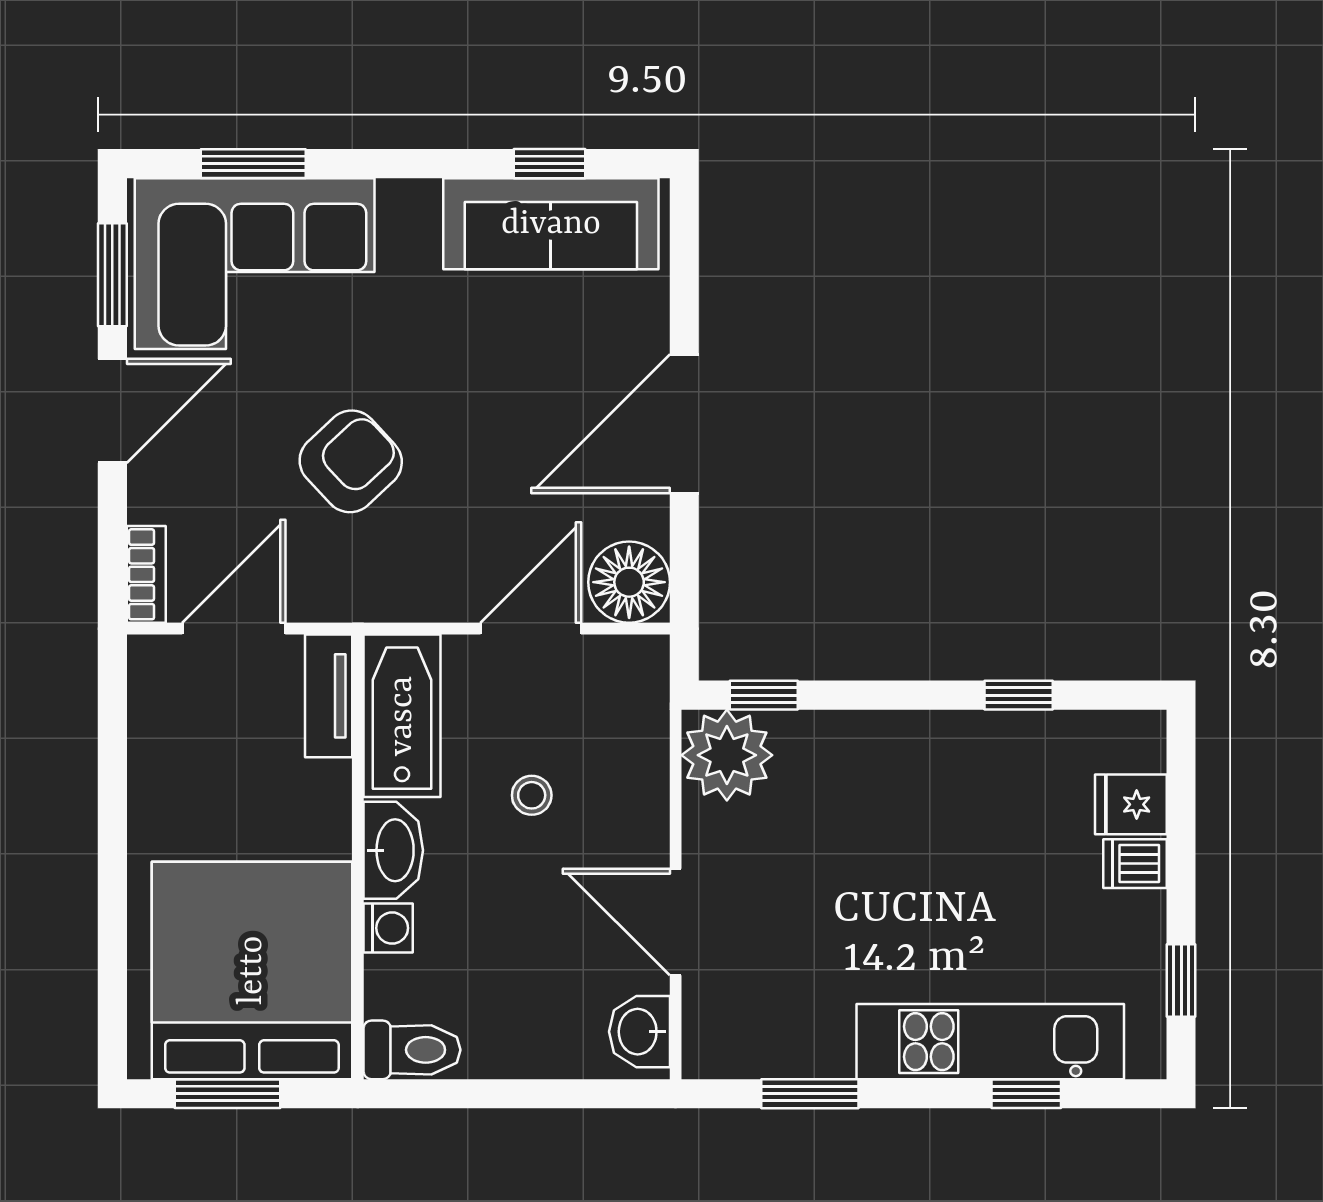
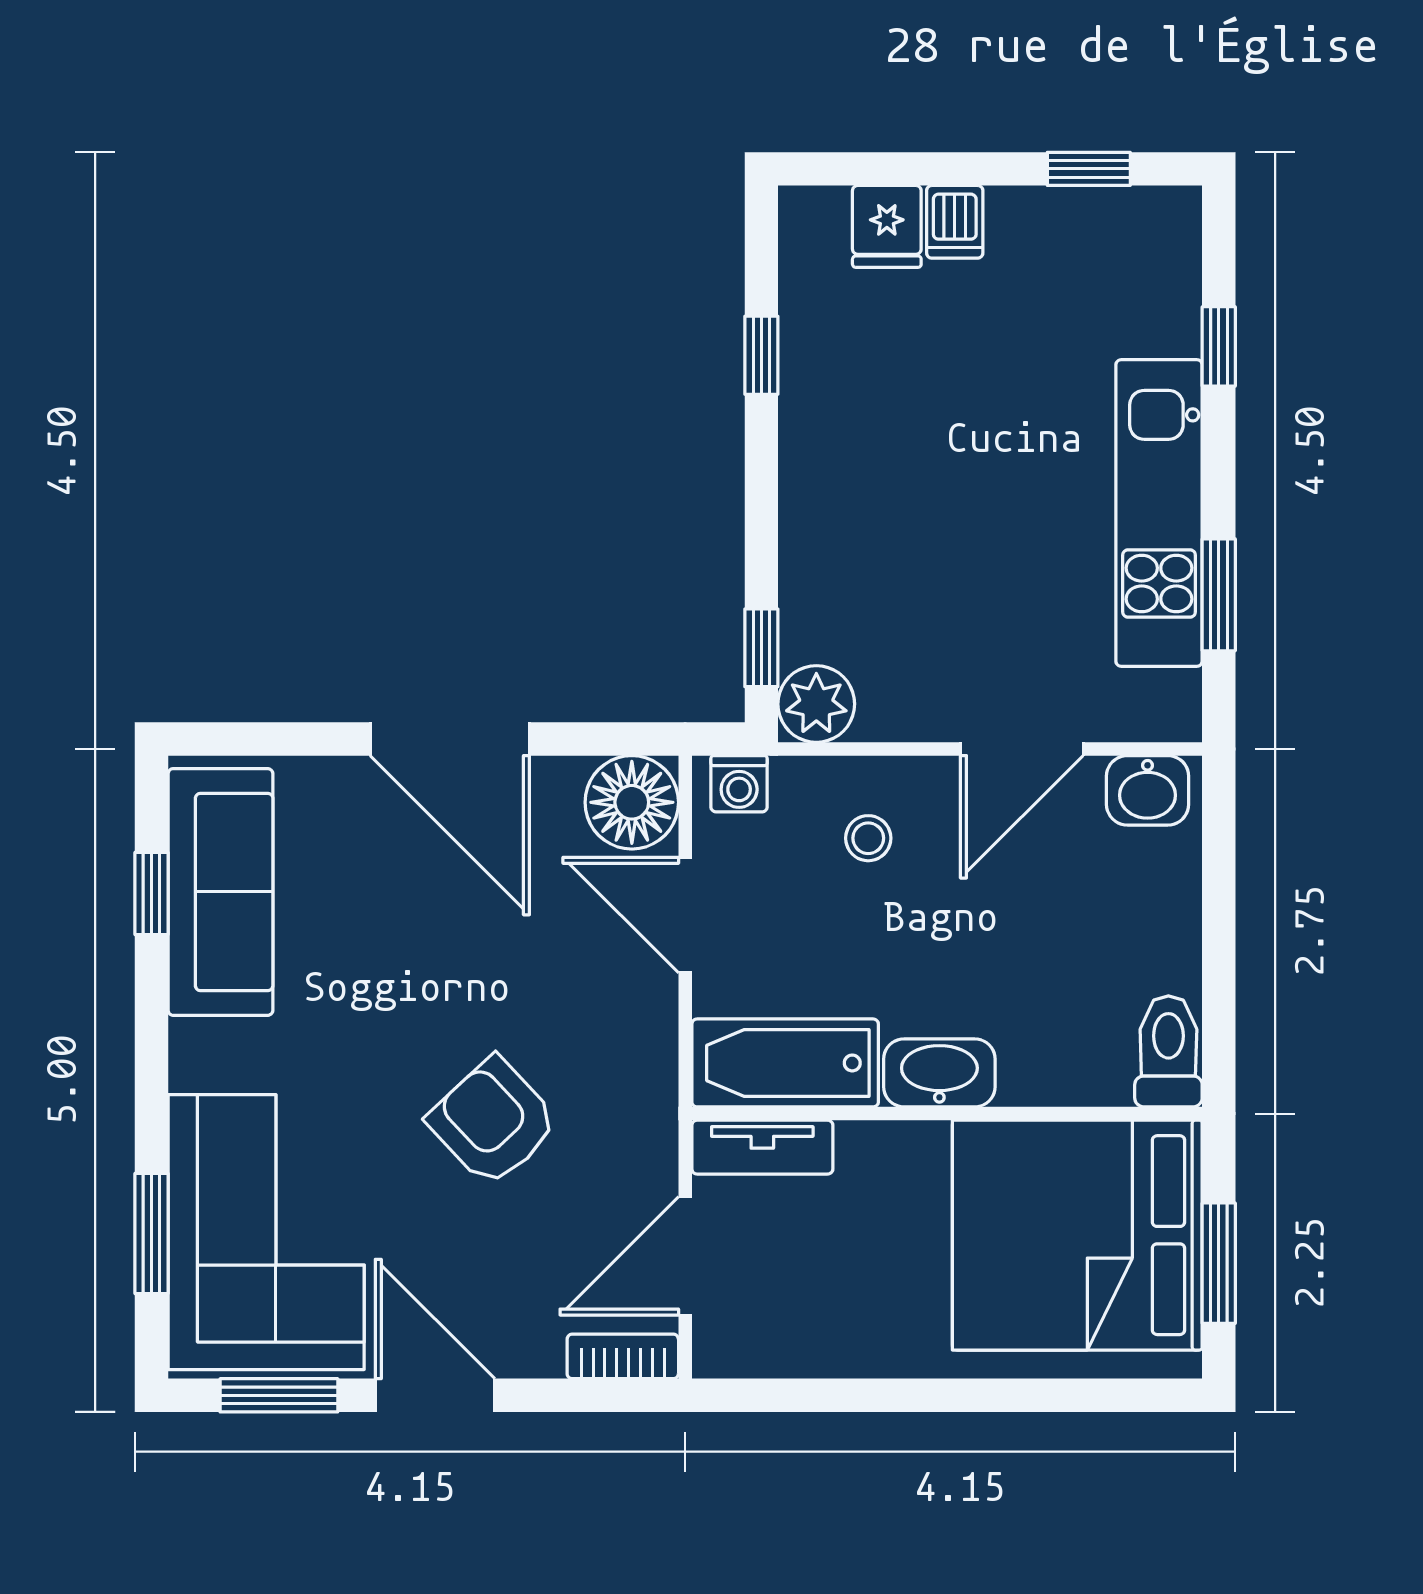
door: (234, 629) -> (685, 1256), hinge flipped
plant: (727, 755) -> (816, 704), width x0.73, depth x0.73
stool: (532, 795) -> (868, 838), moved
washing machine: (388, 928) -> (739, 784), moved, turned 180
kitchen unit: (990, 1042) -> (1159, 513), moved

